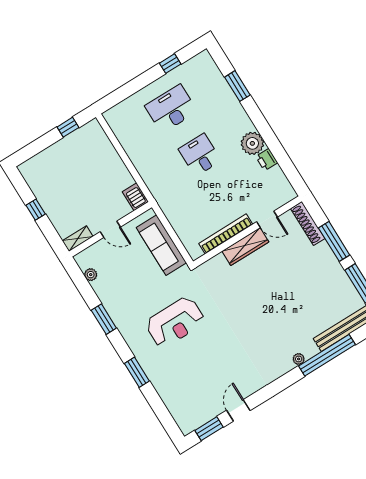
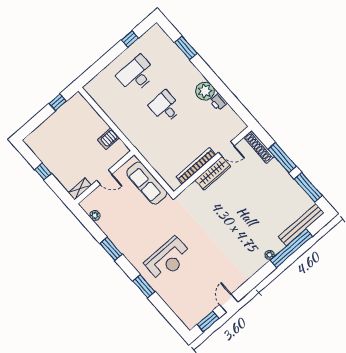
server rack: (135, 197) -> (108, 139), moved, turned -90
reception desk: (175, 322) -> (168, 259), moved

